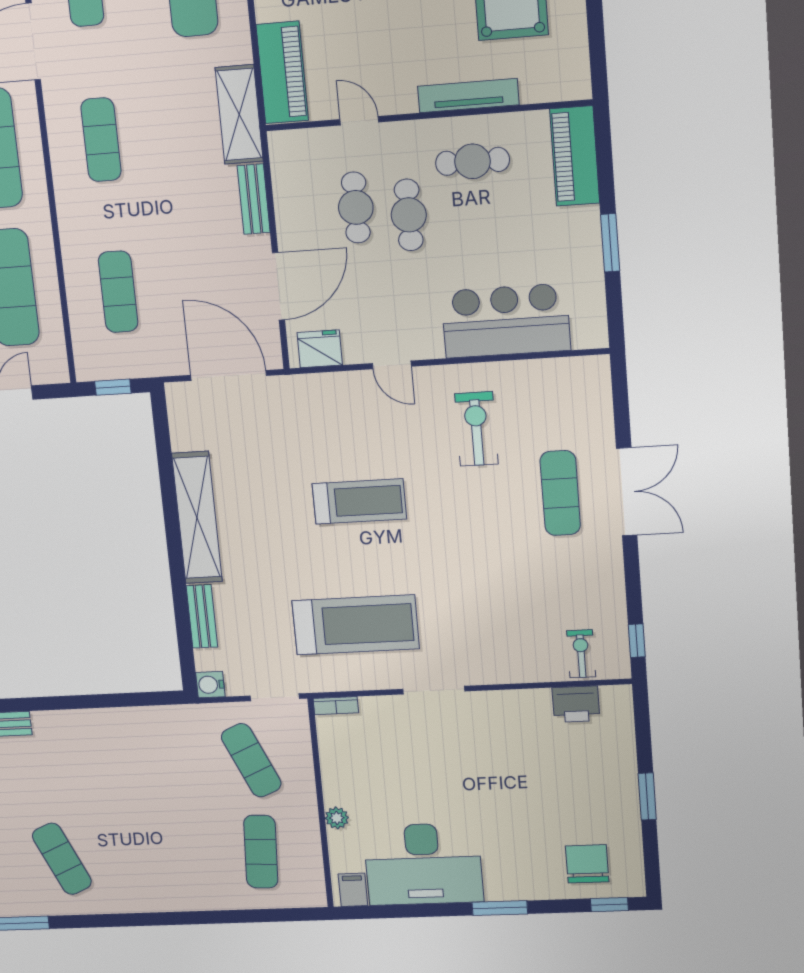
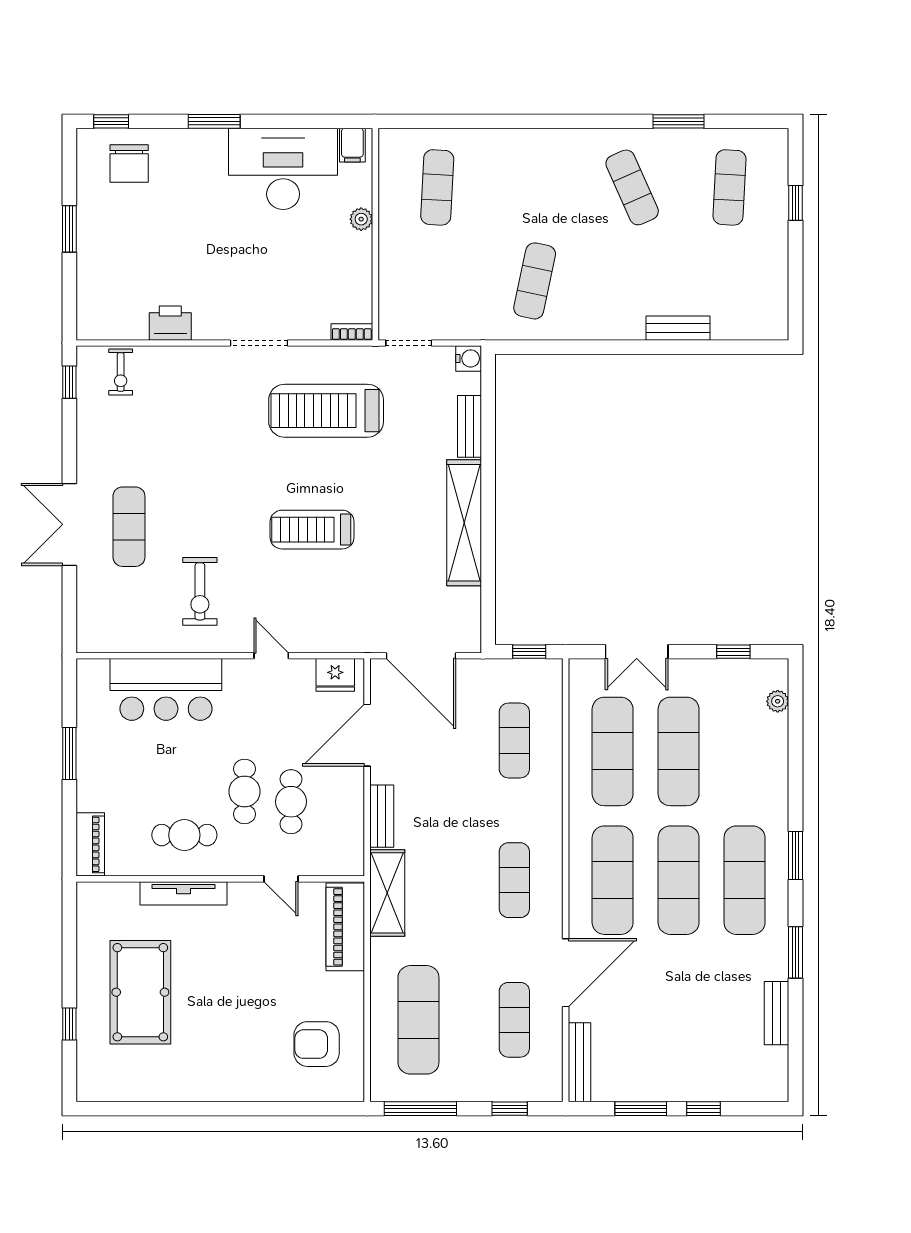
piano: (575, 156) -> (90, 844), width x0.73, depth x0.75
printer: (576, 704) -> (170, 323), moved
exercise mat: (251, 760) -> (535, 281), moved, turned 36

